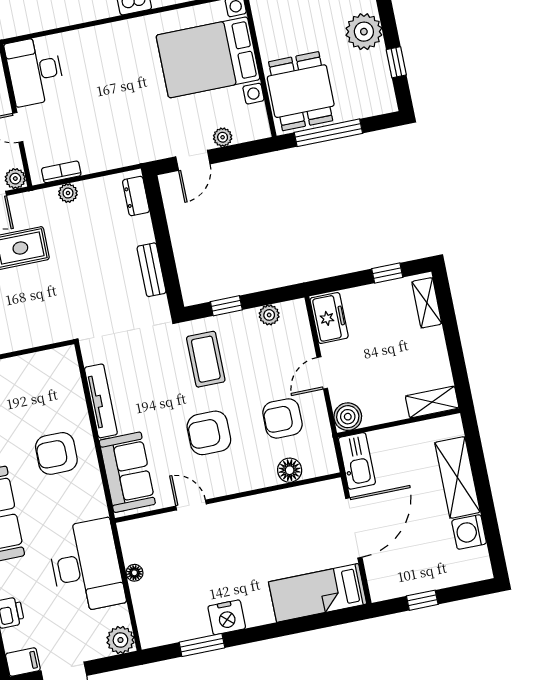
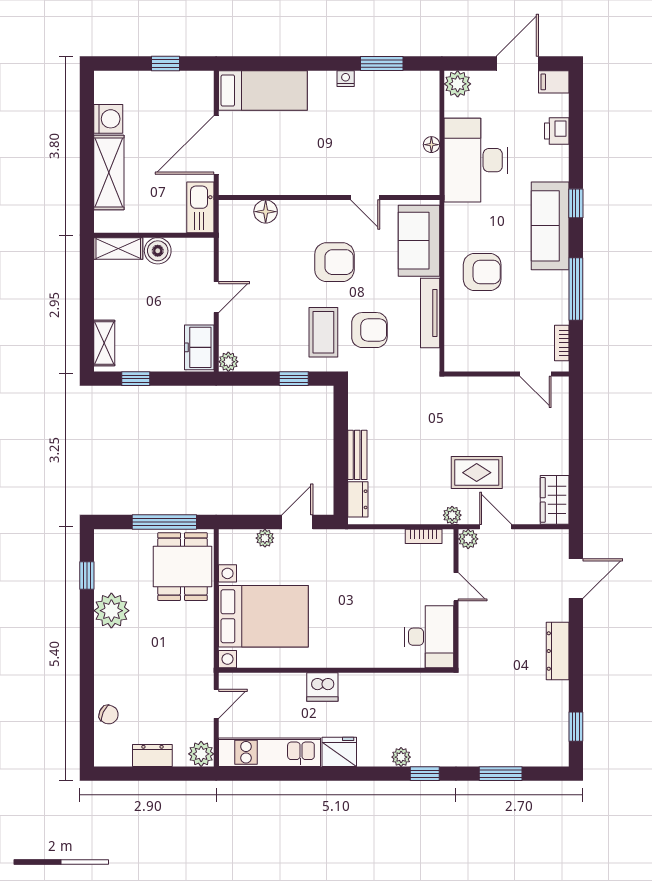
plant: (68, 193) -> (452, 515), moved
bench: (151, 270) -> (357, 455), moved
plant: (269, 315) -> (228, 362), moved
boiler: (348, 417) -> (158, 251), moved
armchair: (282, 418) -> (369, 330), moved
nightstand: (227, 617) -> (346, 79), width x0.53, depth x0.56

